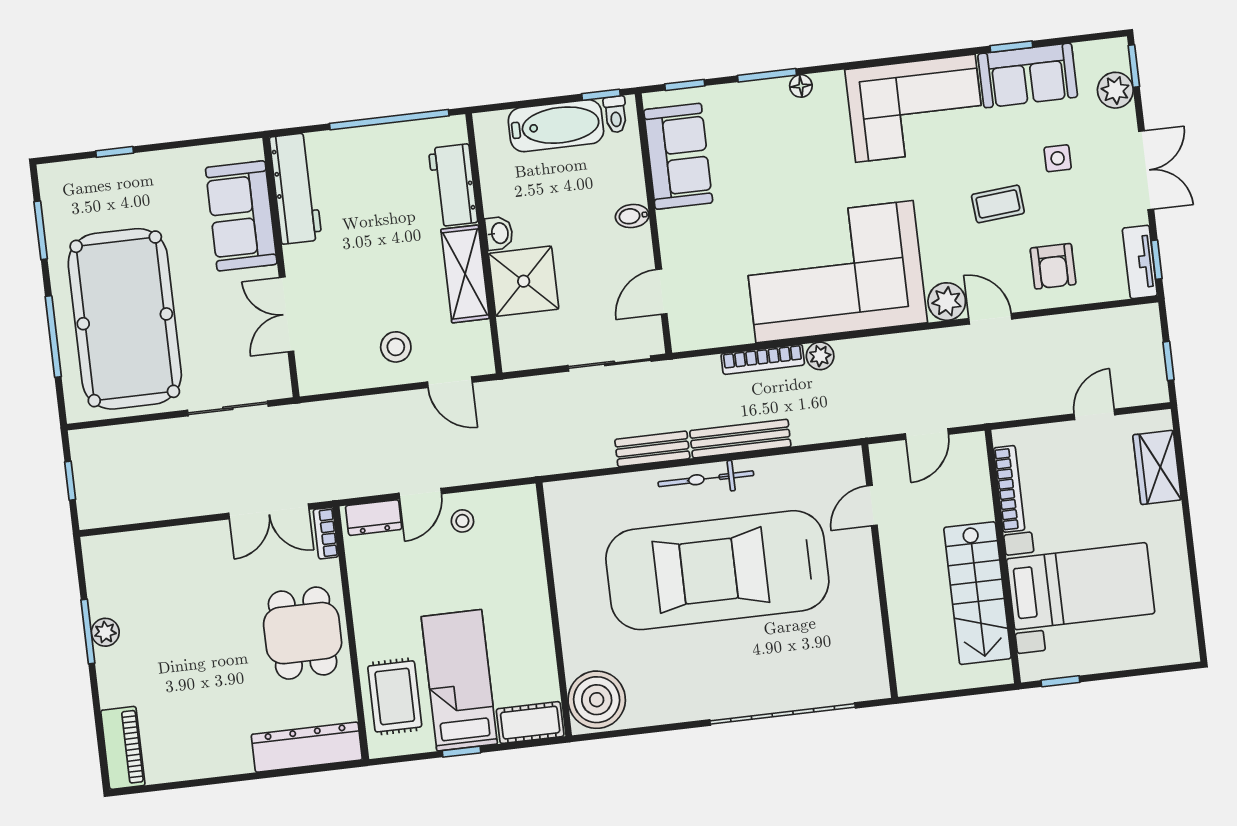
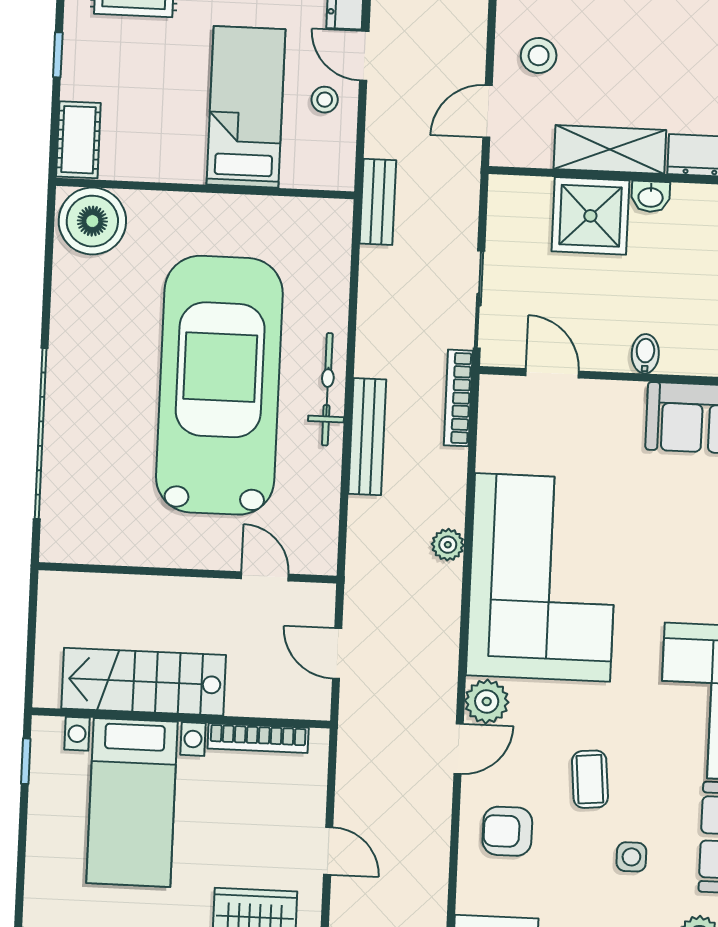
bookcase: (763, 359) -> (458, 398), moved
bench: (652, 449) -> (378, 202), moved
bed: (459, 680) -> (246, 107), moved, turned -90

